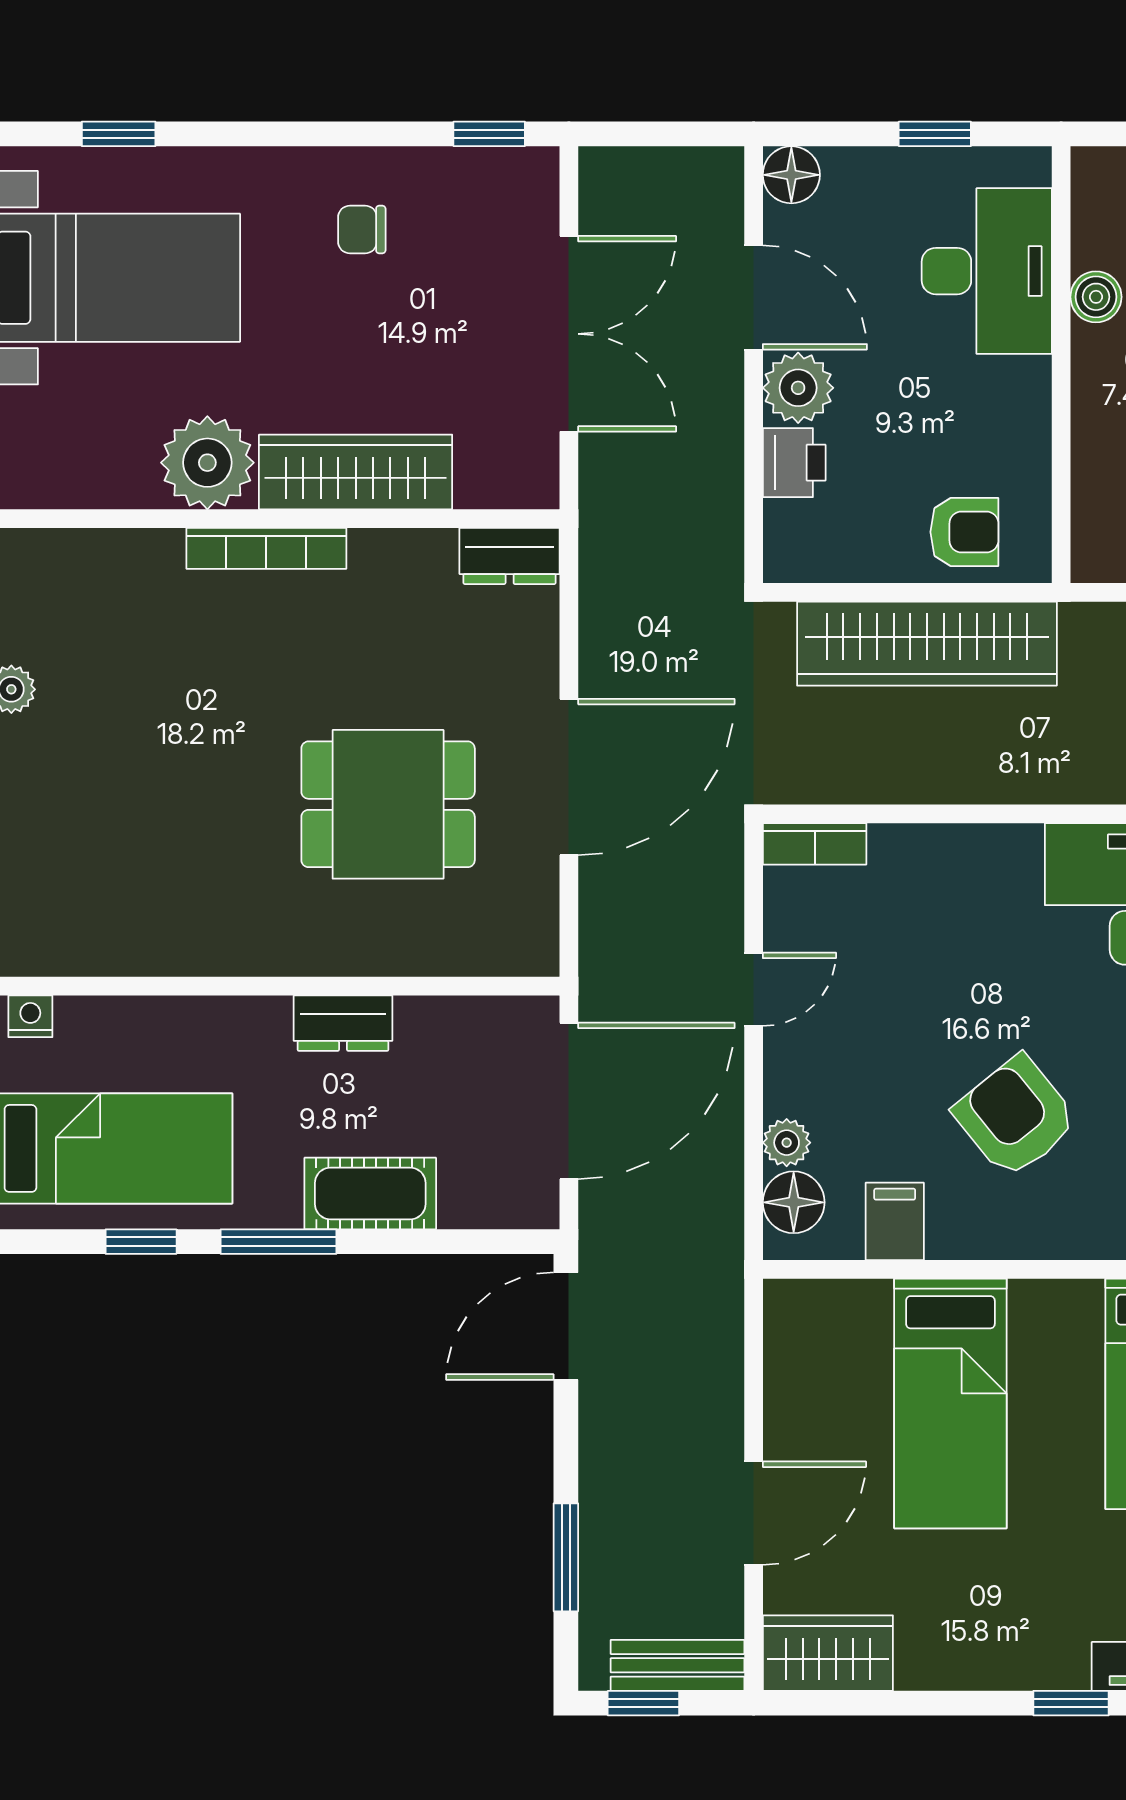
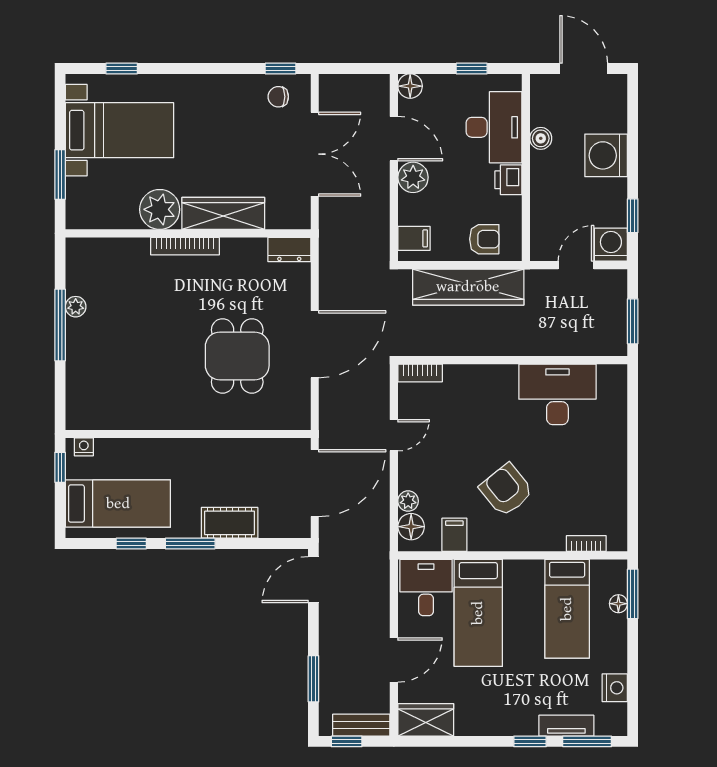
chair: (362, 230) -> (278, 97), moved
printer: (794, 463) -> (508, 180), moved, turned 180
filing cabinet: (800, 530) -> (414, 238), added
dining table: (388, 804) -> (237, 356), turned 90
dresser: (343, 1023) -> (218, 450), removed
desk: (828, 1344) -> (426, 587), added

